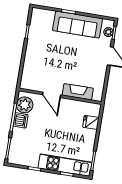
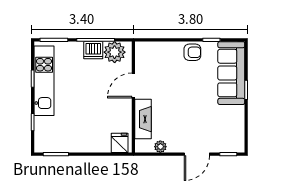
sofa: (77, 25) -> (231, 73), moved
plant: (108, 32) -> (160, 147), moved
armchair: (34, 47) -> (192, 52), added
fridge: (91, 122) -> (120, 143), moved
kitchen unit: (65, 165) -> (44, 81), moved

